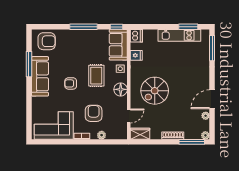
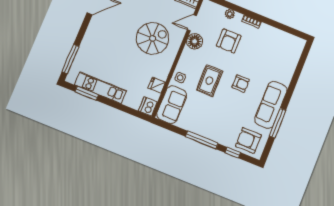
window: (117, 27) -> (233, 153), moved
floor lamp: (121, 89) -> (195, 41), moved
corner sofa: (54, 125) -> (277, 45), removed

